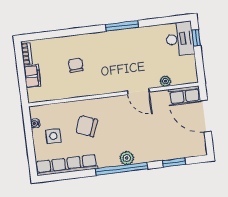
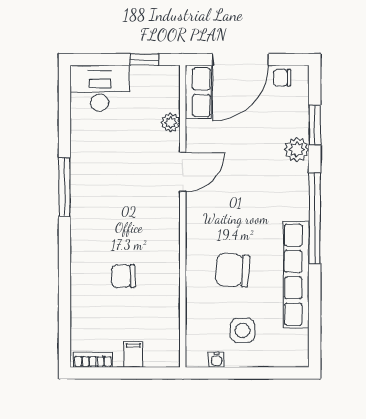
window: (196, 38) -> (144, 60), moved
filing cabinet: (32, 76) -> (133, 354), width x0.50
chair: (87, 126) -> (232, 270), turned 73
chair: (198, 141) -> (282, 78), added
plant: (127, 158) -> (297, 150), moved
row of seats: (67, 165) -> (296, 275), moved

